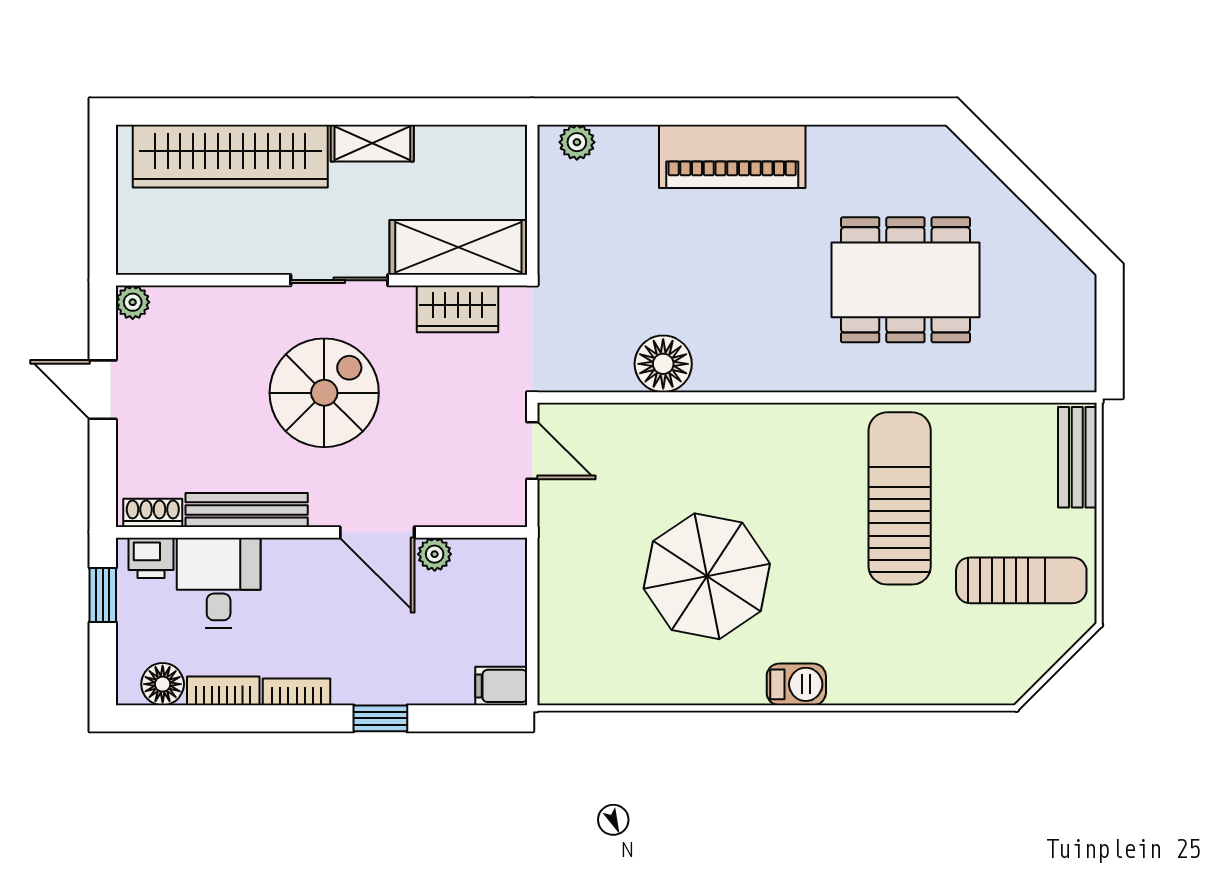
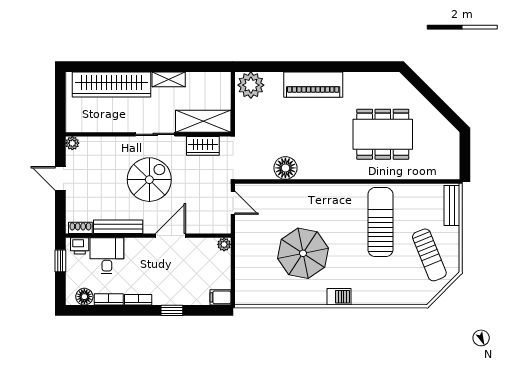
plant: (577, 142) -> (251, 85), width x1.87, depth x1.87
door: (377, 532) -> (171, 236), swing flipped
plant: (435, 554) -> (224, 244), moved
sun lounger: (1021, 580) -> (429, 255), turned 68

